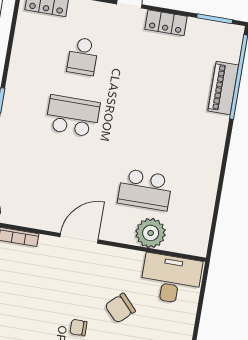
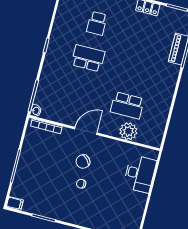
desk: (171, 279) -> (140, 174), moved, turned 90
chair: (120, 308) -> (83, 162), moved

